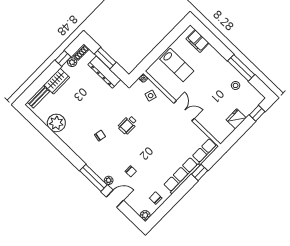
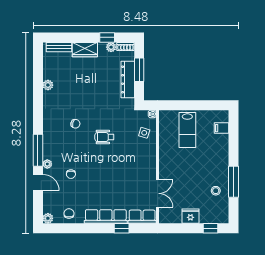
filing cabinet: (198, 41) -> (222, 128), width x0.50
double door: (184, 111) -> (158, 193), moved
plant: (56, 123) -> (48, 85), width x0.53, depth x0.53

